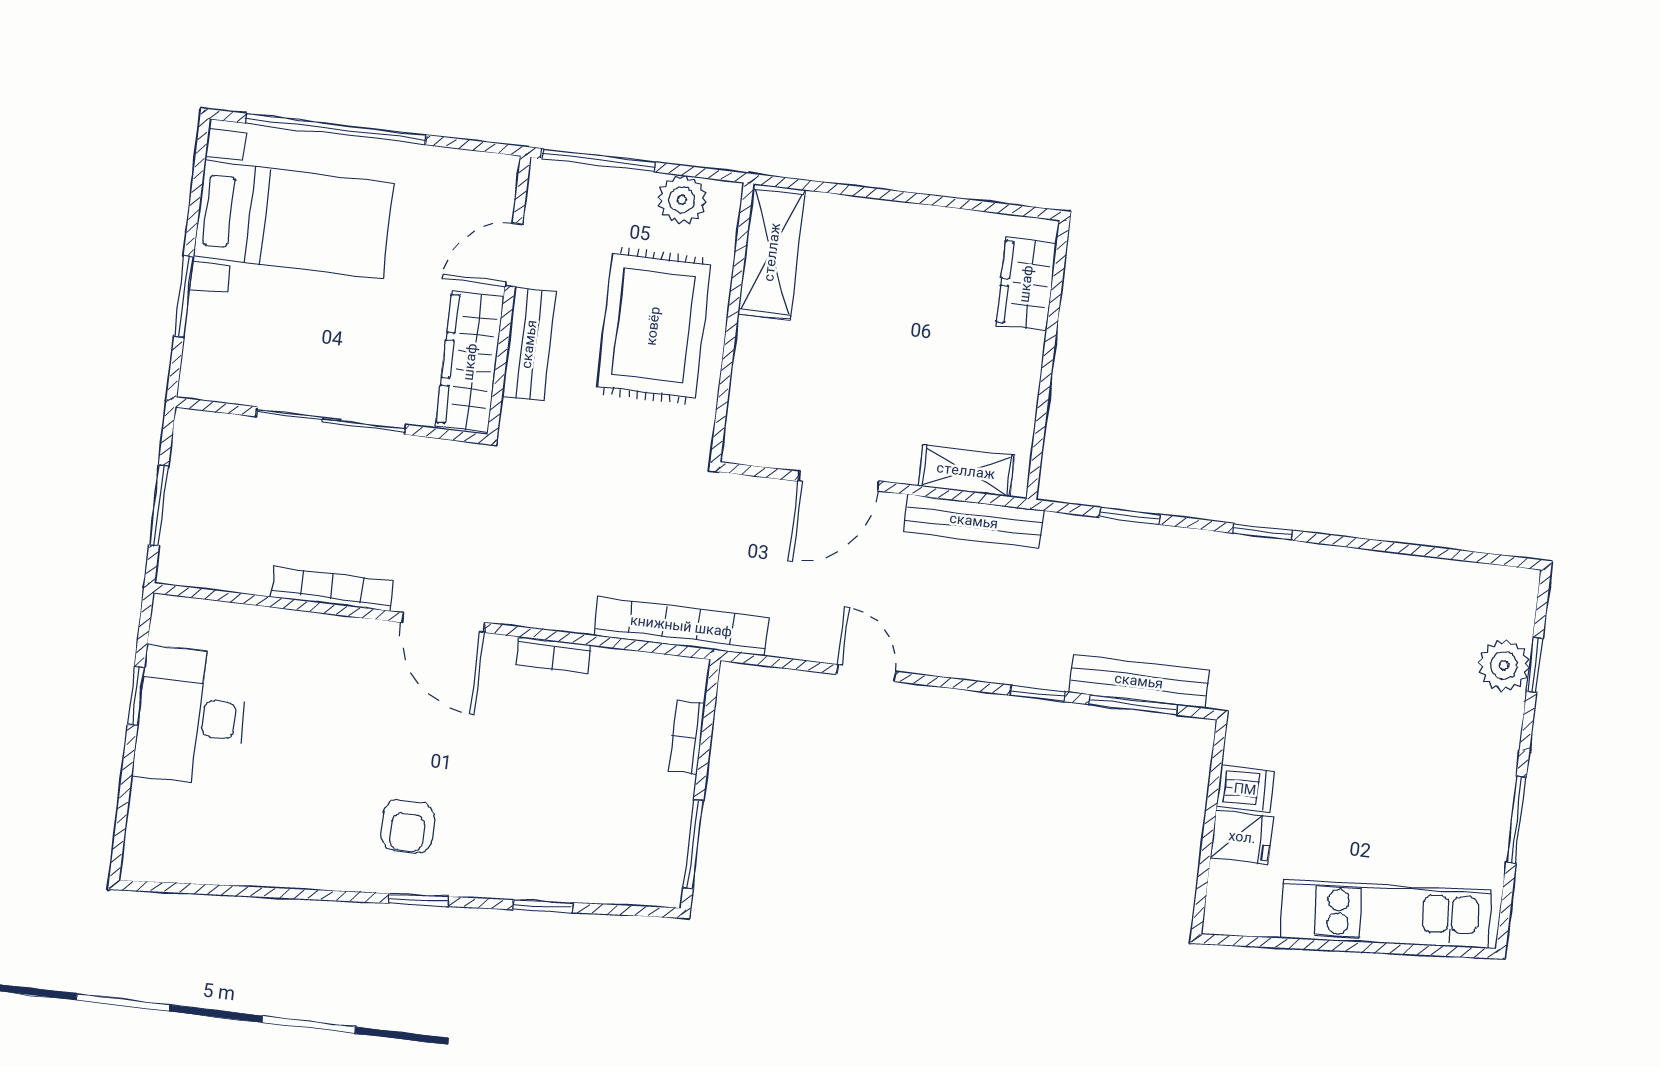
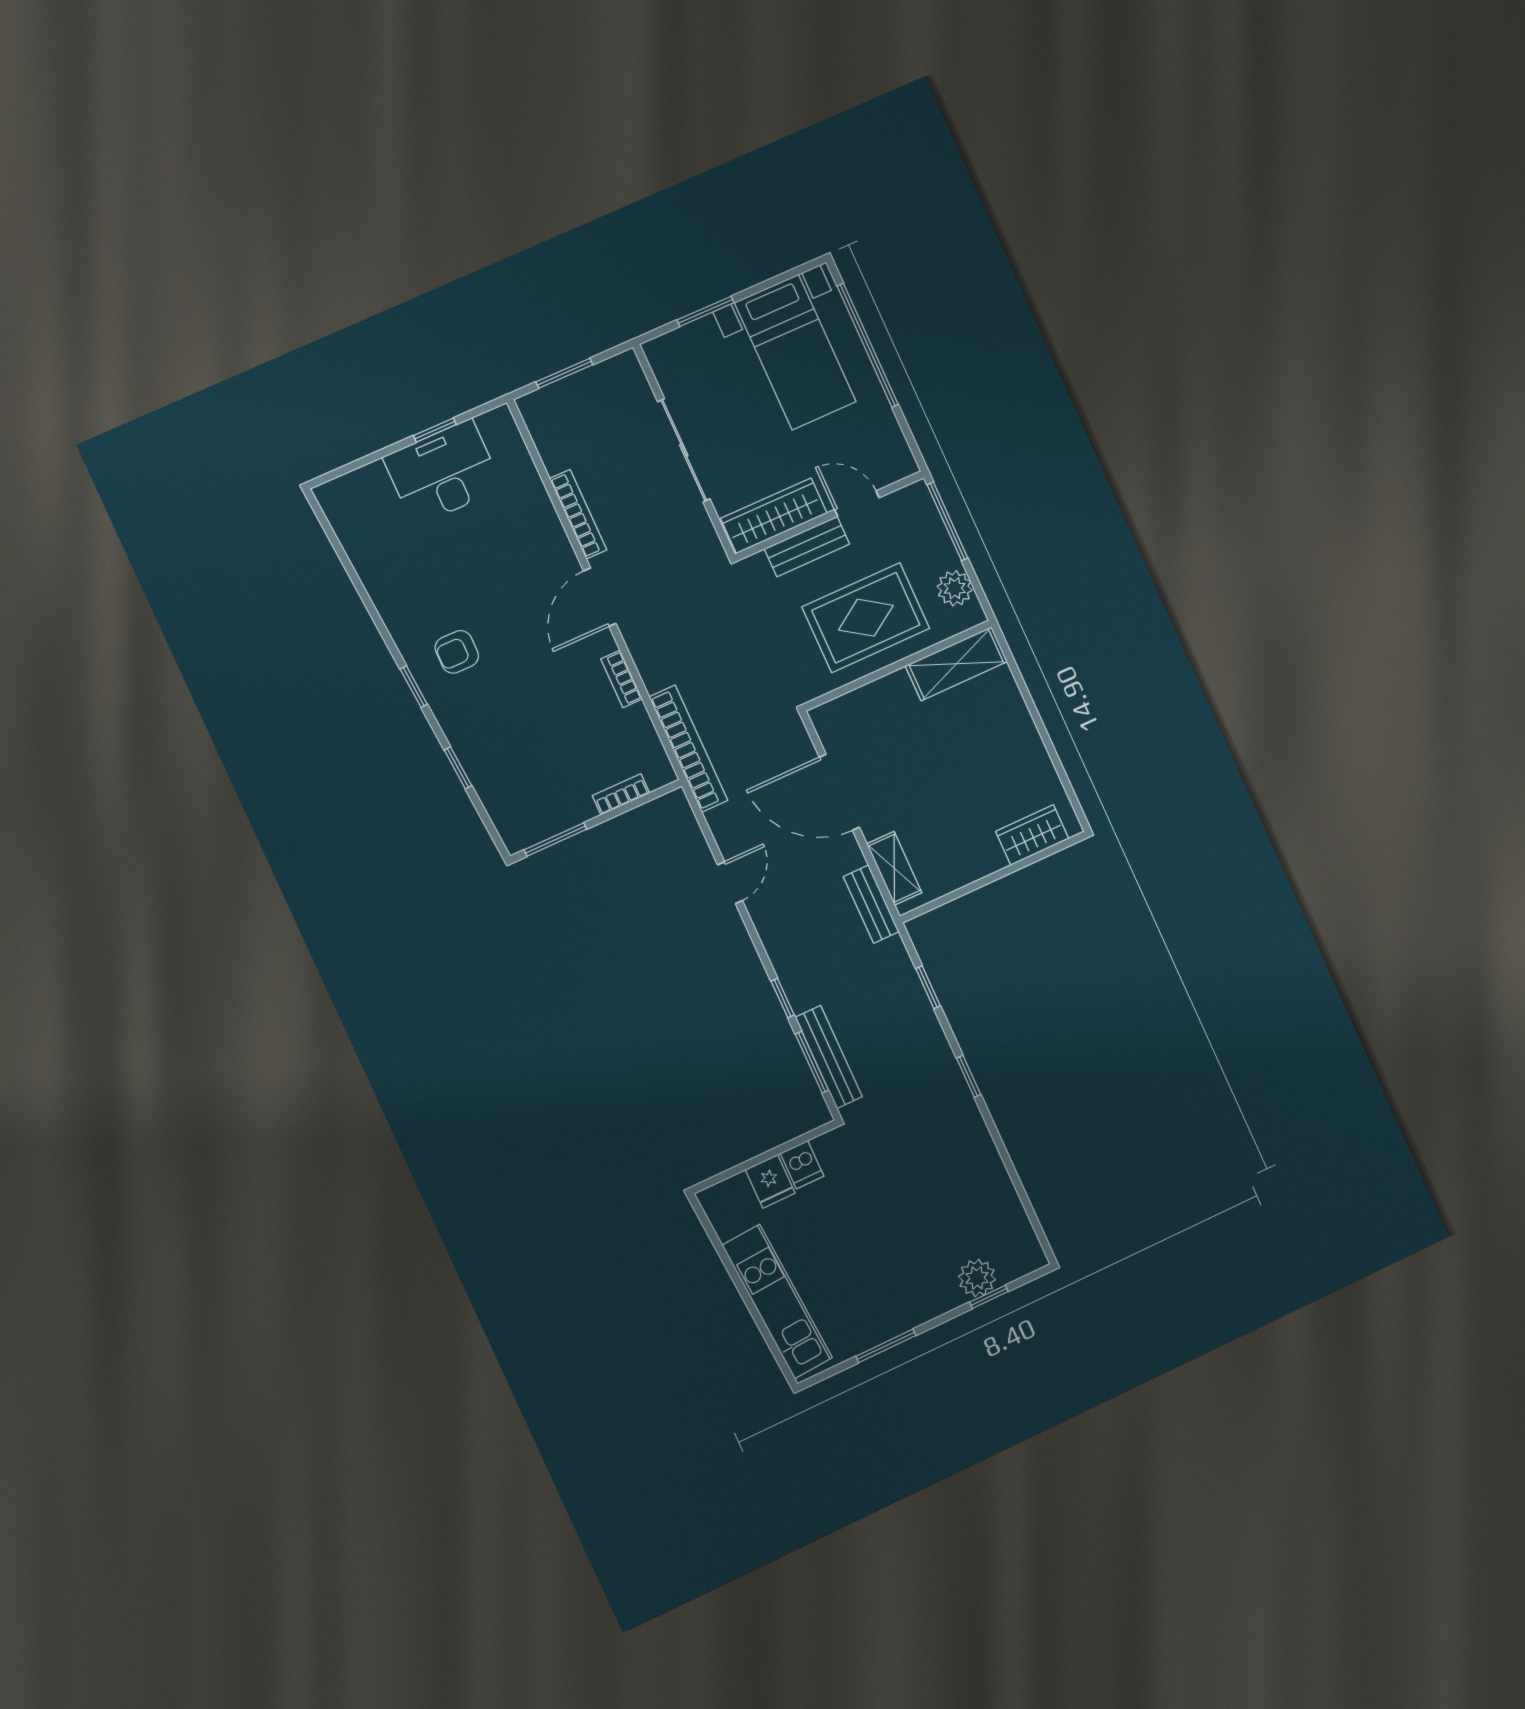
door: (839, 481) -> (839, 792), width x1.36
bench: (974, 521) -> (871, 904), width x0.73

